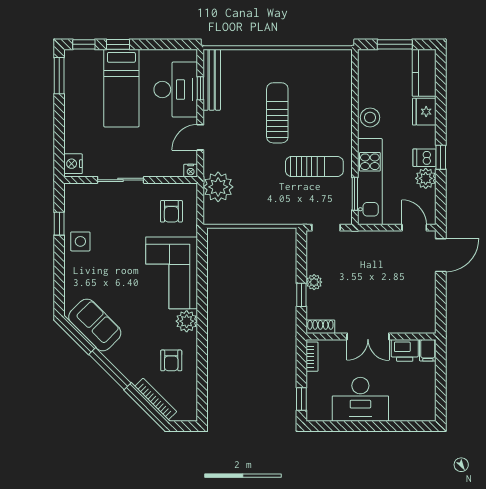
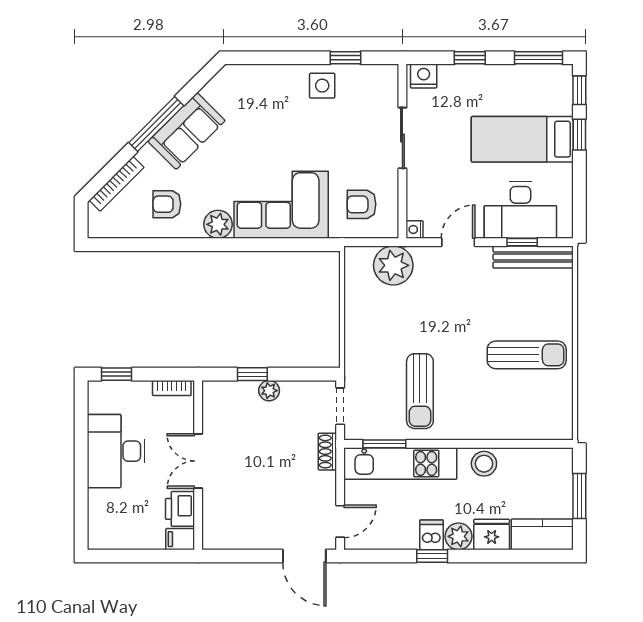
sun lounger: (277, 113) -> (527, 355), moved
window: (59, 128) -> (470, 58), added
door: (200, 137) -> (458, 242), hinge flipped
plant: (426, 178) -> (459, 536), moved
sofa: (95, 325) -> (187, 131), moved
shoe rack: (320, 327) -> (327, 452), moved, turned 180

